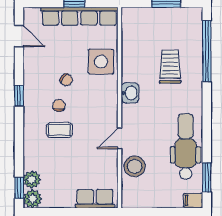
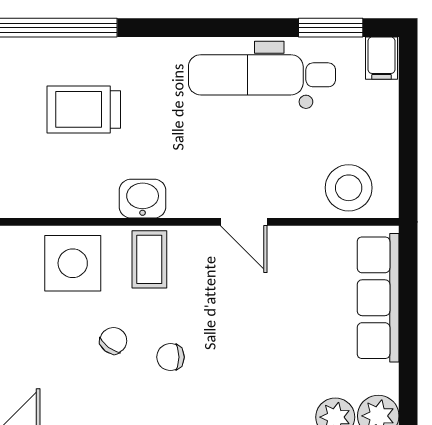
coffee table: (59, 130) -> (149, 259), moved
stool: (135, 166) -> (349, 188), moved
row of seats: (95, 199) -> (378, 298), width x1.48

